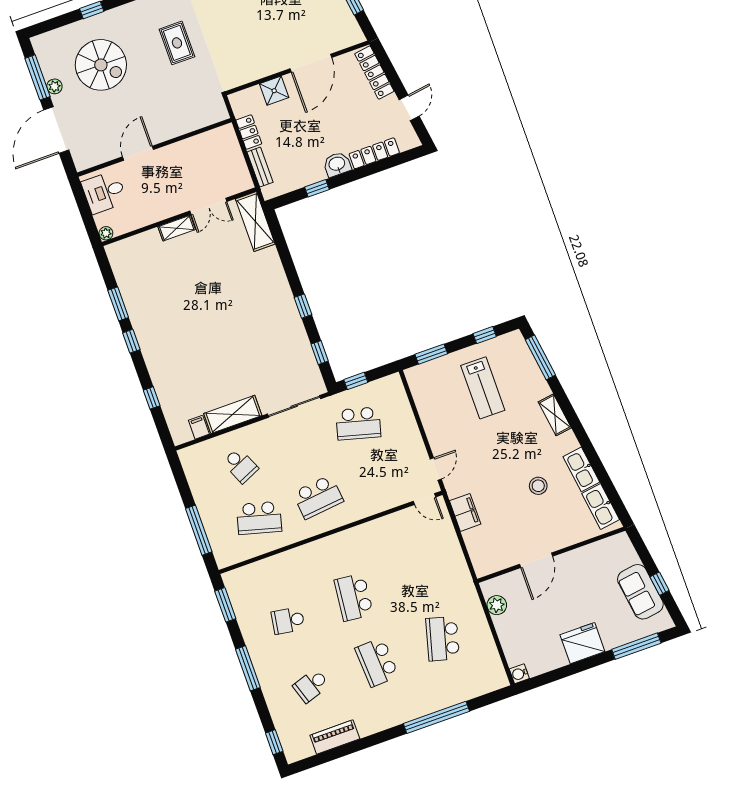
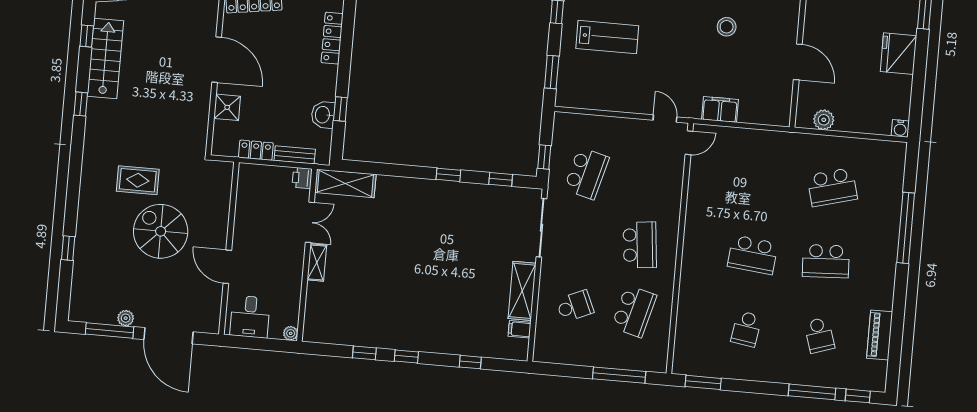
spiral stairs: (101, 65) -> (161, 231), moved, turned -90
washbasin: (337, 164) -> (323, 115), moved
printer: (243, 182) -> (302, 178), added
window: (118, 304) -> (364, 353), width x0.67
school desk: (443, 639) -> (832, 187), turned -30
window: (248, 668) -> (812, 392), moved

